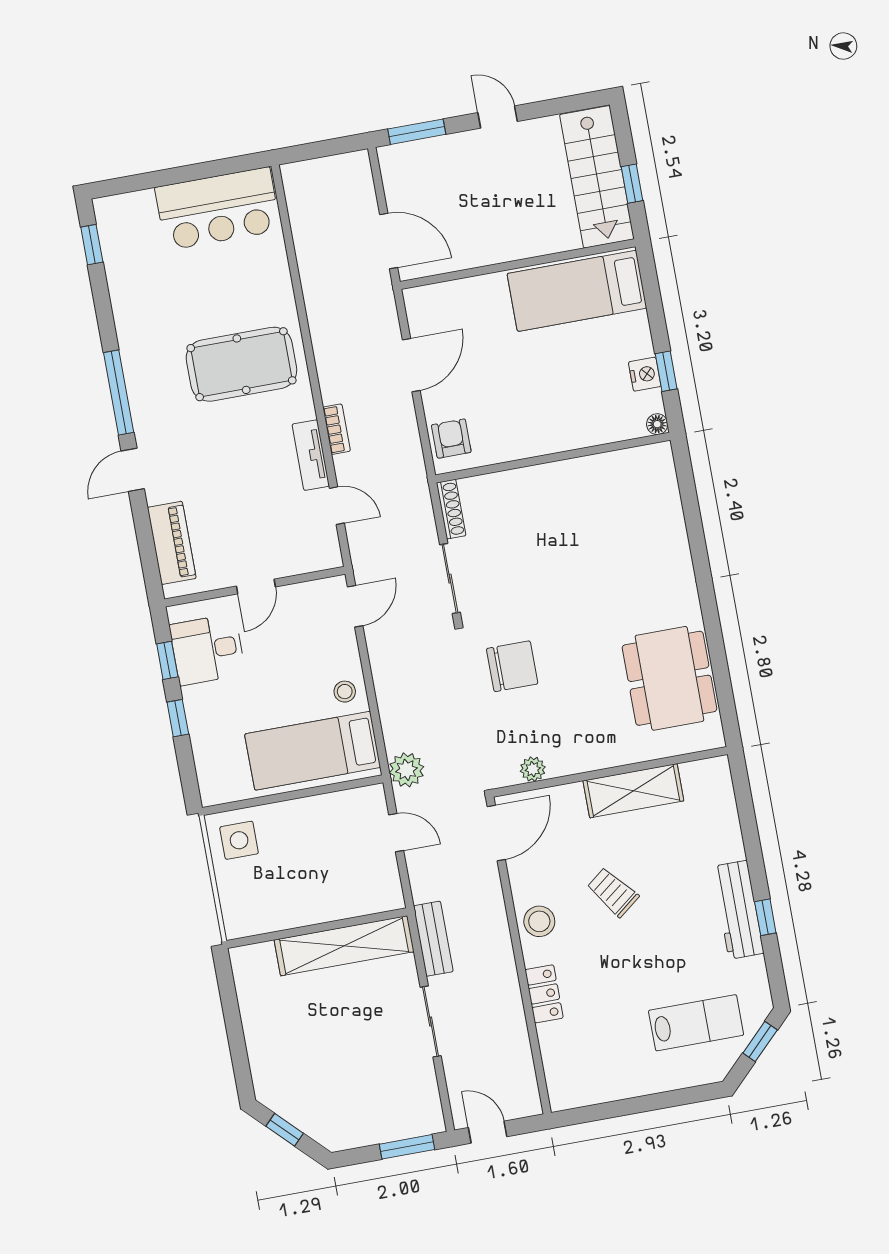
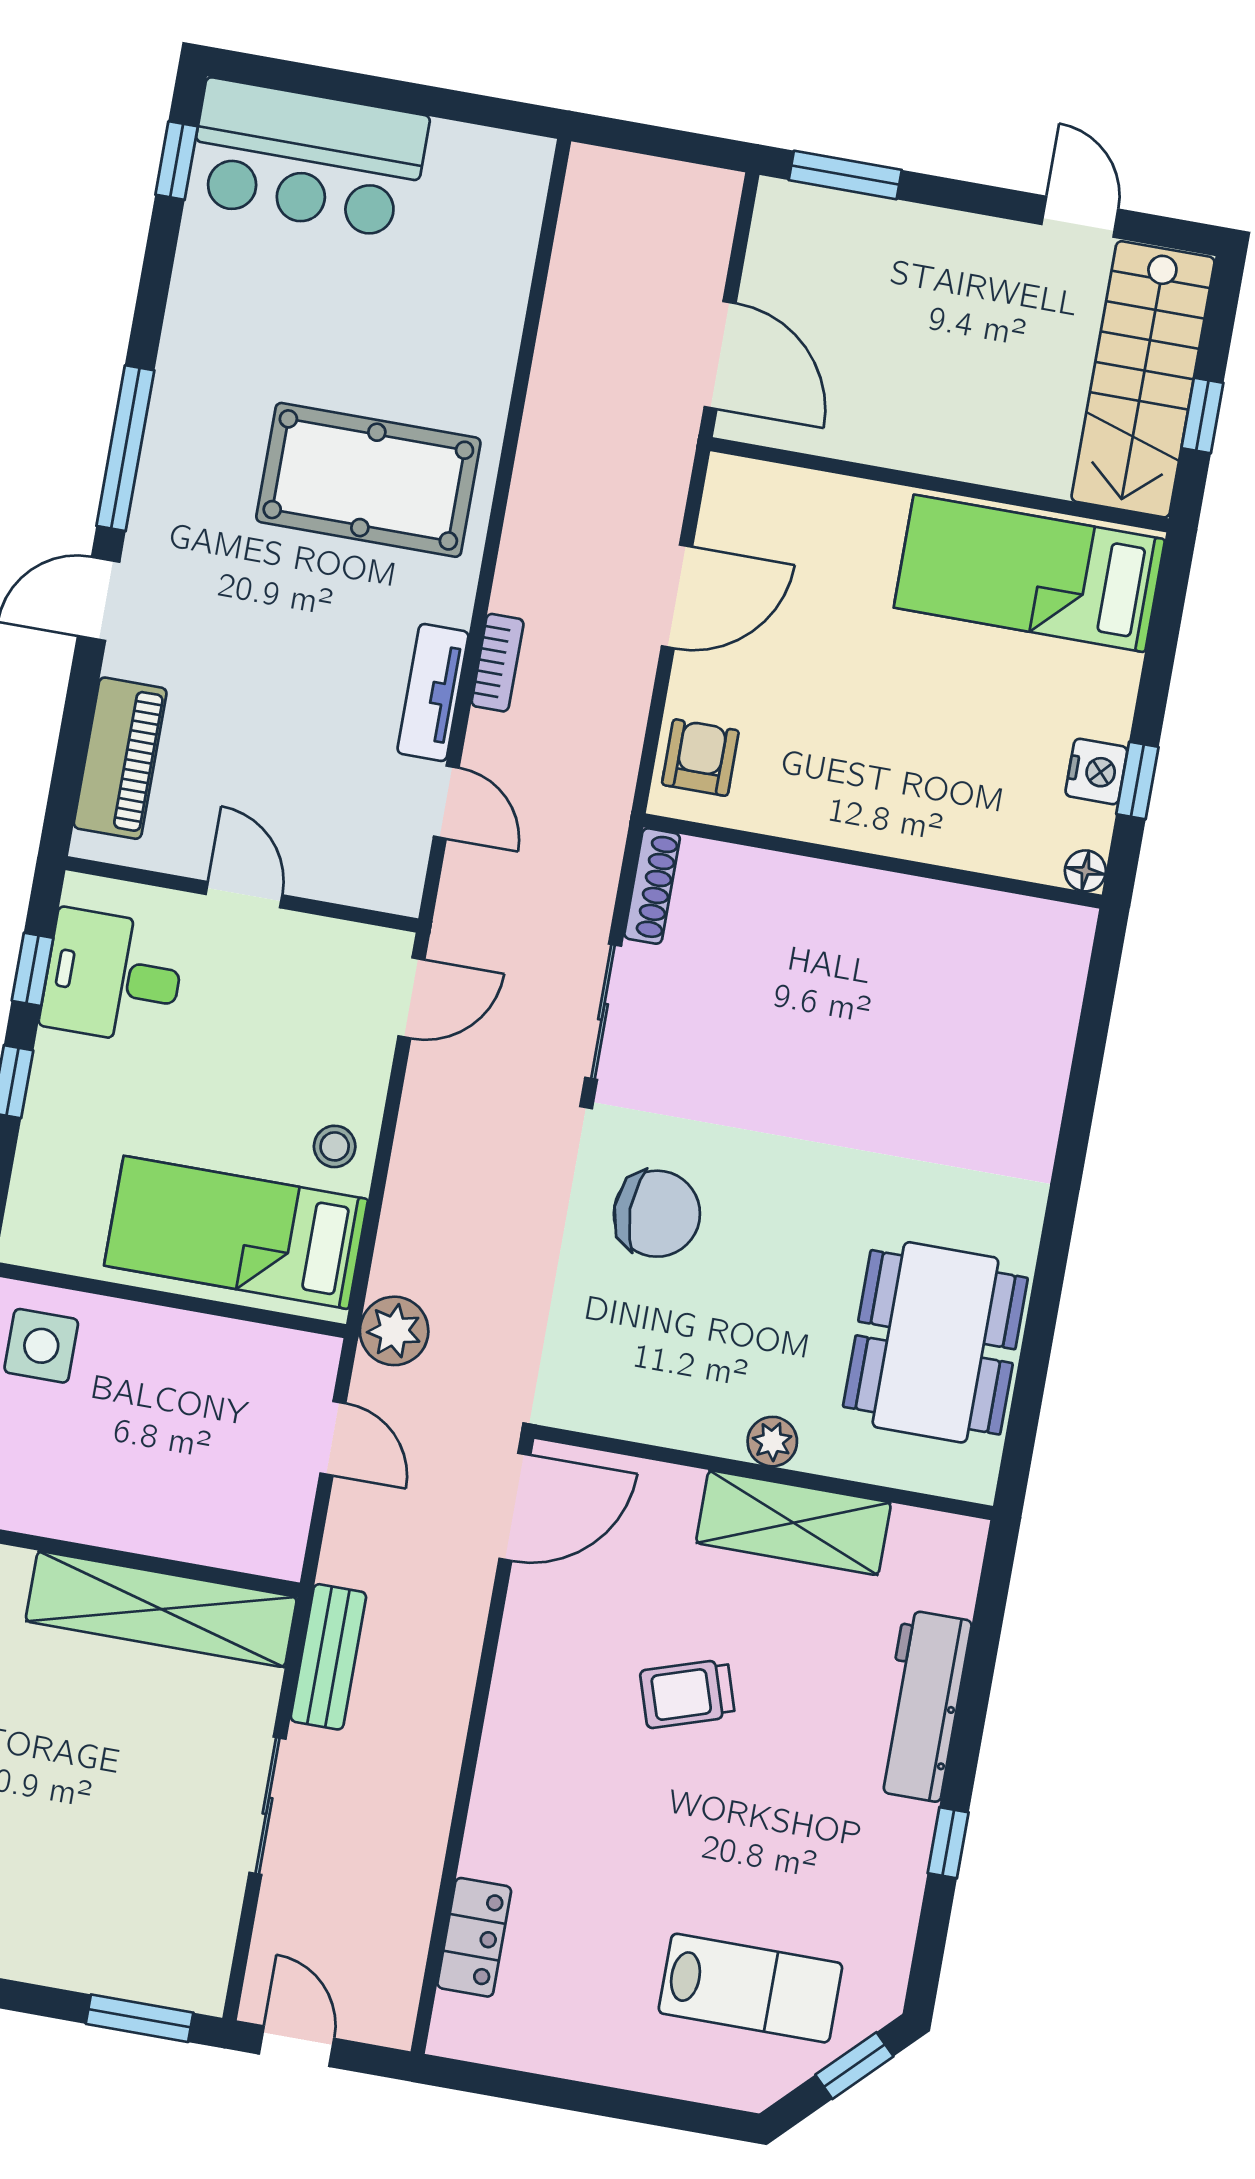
door: (498, 117) -> (1080, 217), moved
bar counter: (218, 209) -> (308, 159), moved
door: (256, 586) -> (244, 895), swing flipped
plant: (533, 769) -> (772, 1442), moved
trolley: (613, 892) -> (687, 1694), turned -70
workbench: (738, 910) -> (922, 1706), moved
stool: (539, 921) -> (533, 1697), removed
locker: (544, 994) -> (474, 1937), moved

